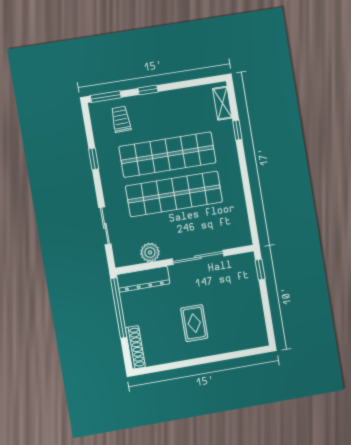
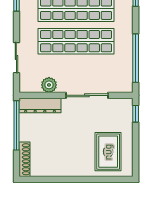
window: (249, 203) -> (136, 58), added
rug: (194, 323) -> (108, 152), moved, width x1.36, depth x1.43

